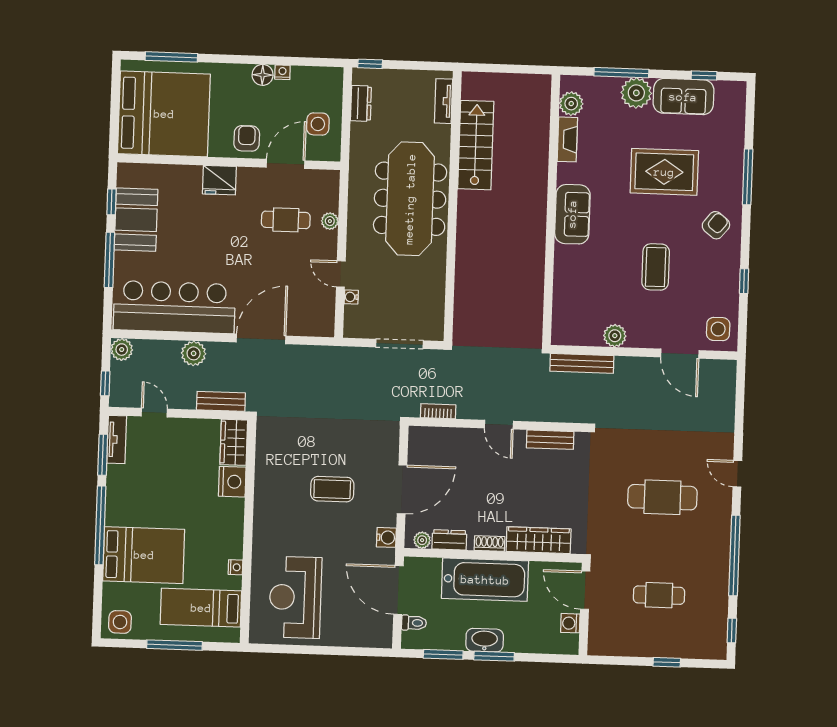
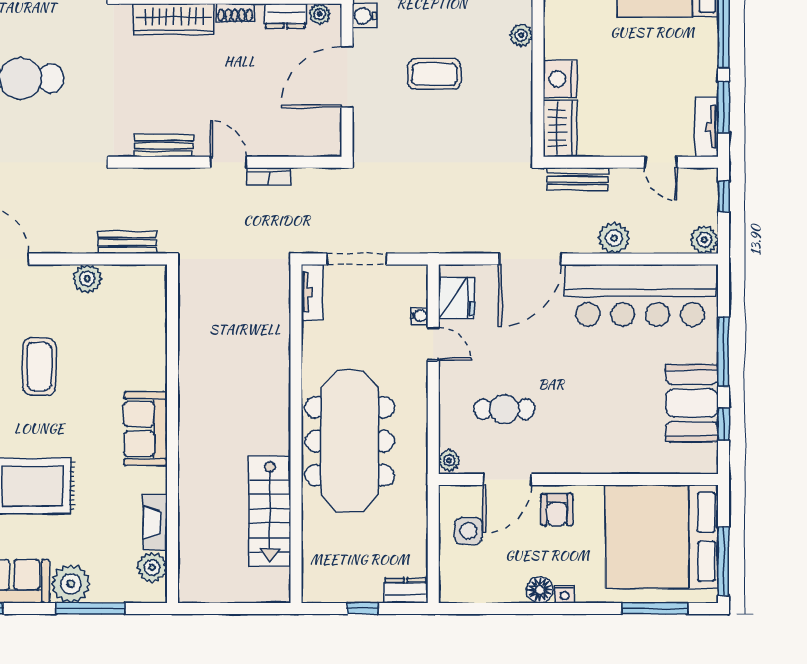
window: (370, 64) -> (363, 608), moved
nightstand: (282, 72) -> (565, 594), moved
window: (115, 93) -> (723, 561), added
tv unit: (444, 101) -> (312, 292), moved
dresser: (361, 103) -> (406, 591), moved, turned 90
fridge: (219, 180) -> (456, 298), moved, turned 90
plant: (330, 221) -> (449, 461), moved
bench: (582, 363) -> (127, 242), width x0.73
bookcase: (438, 411) -> (269, 176), moved
plant: (262, 518) -> (521, 35), added

